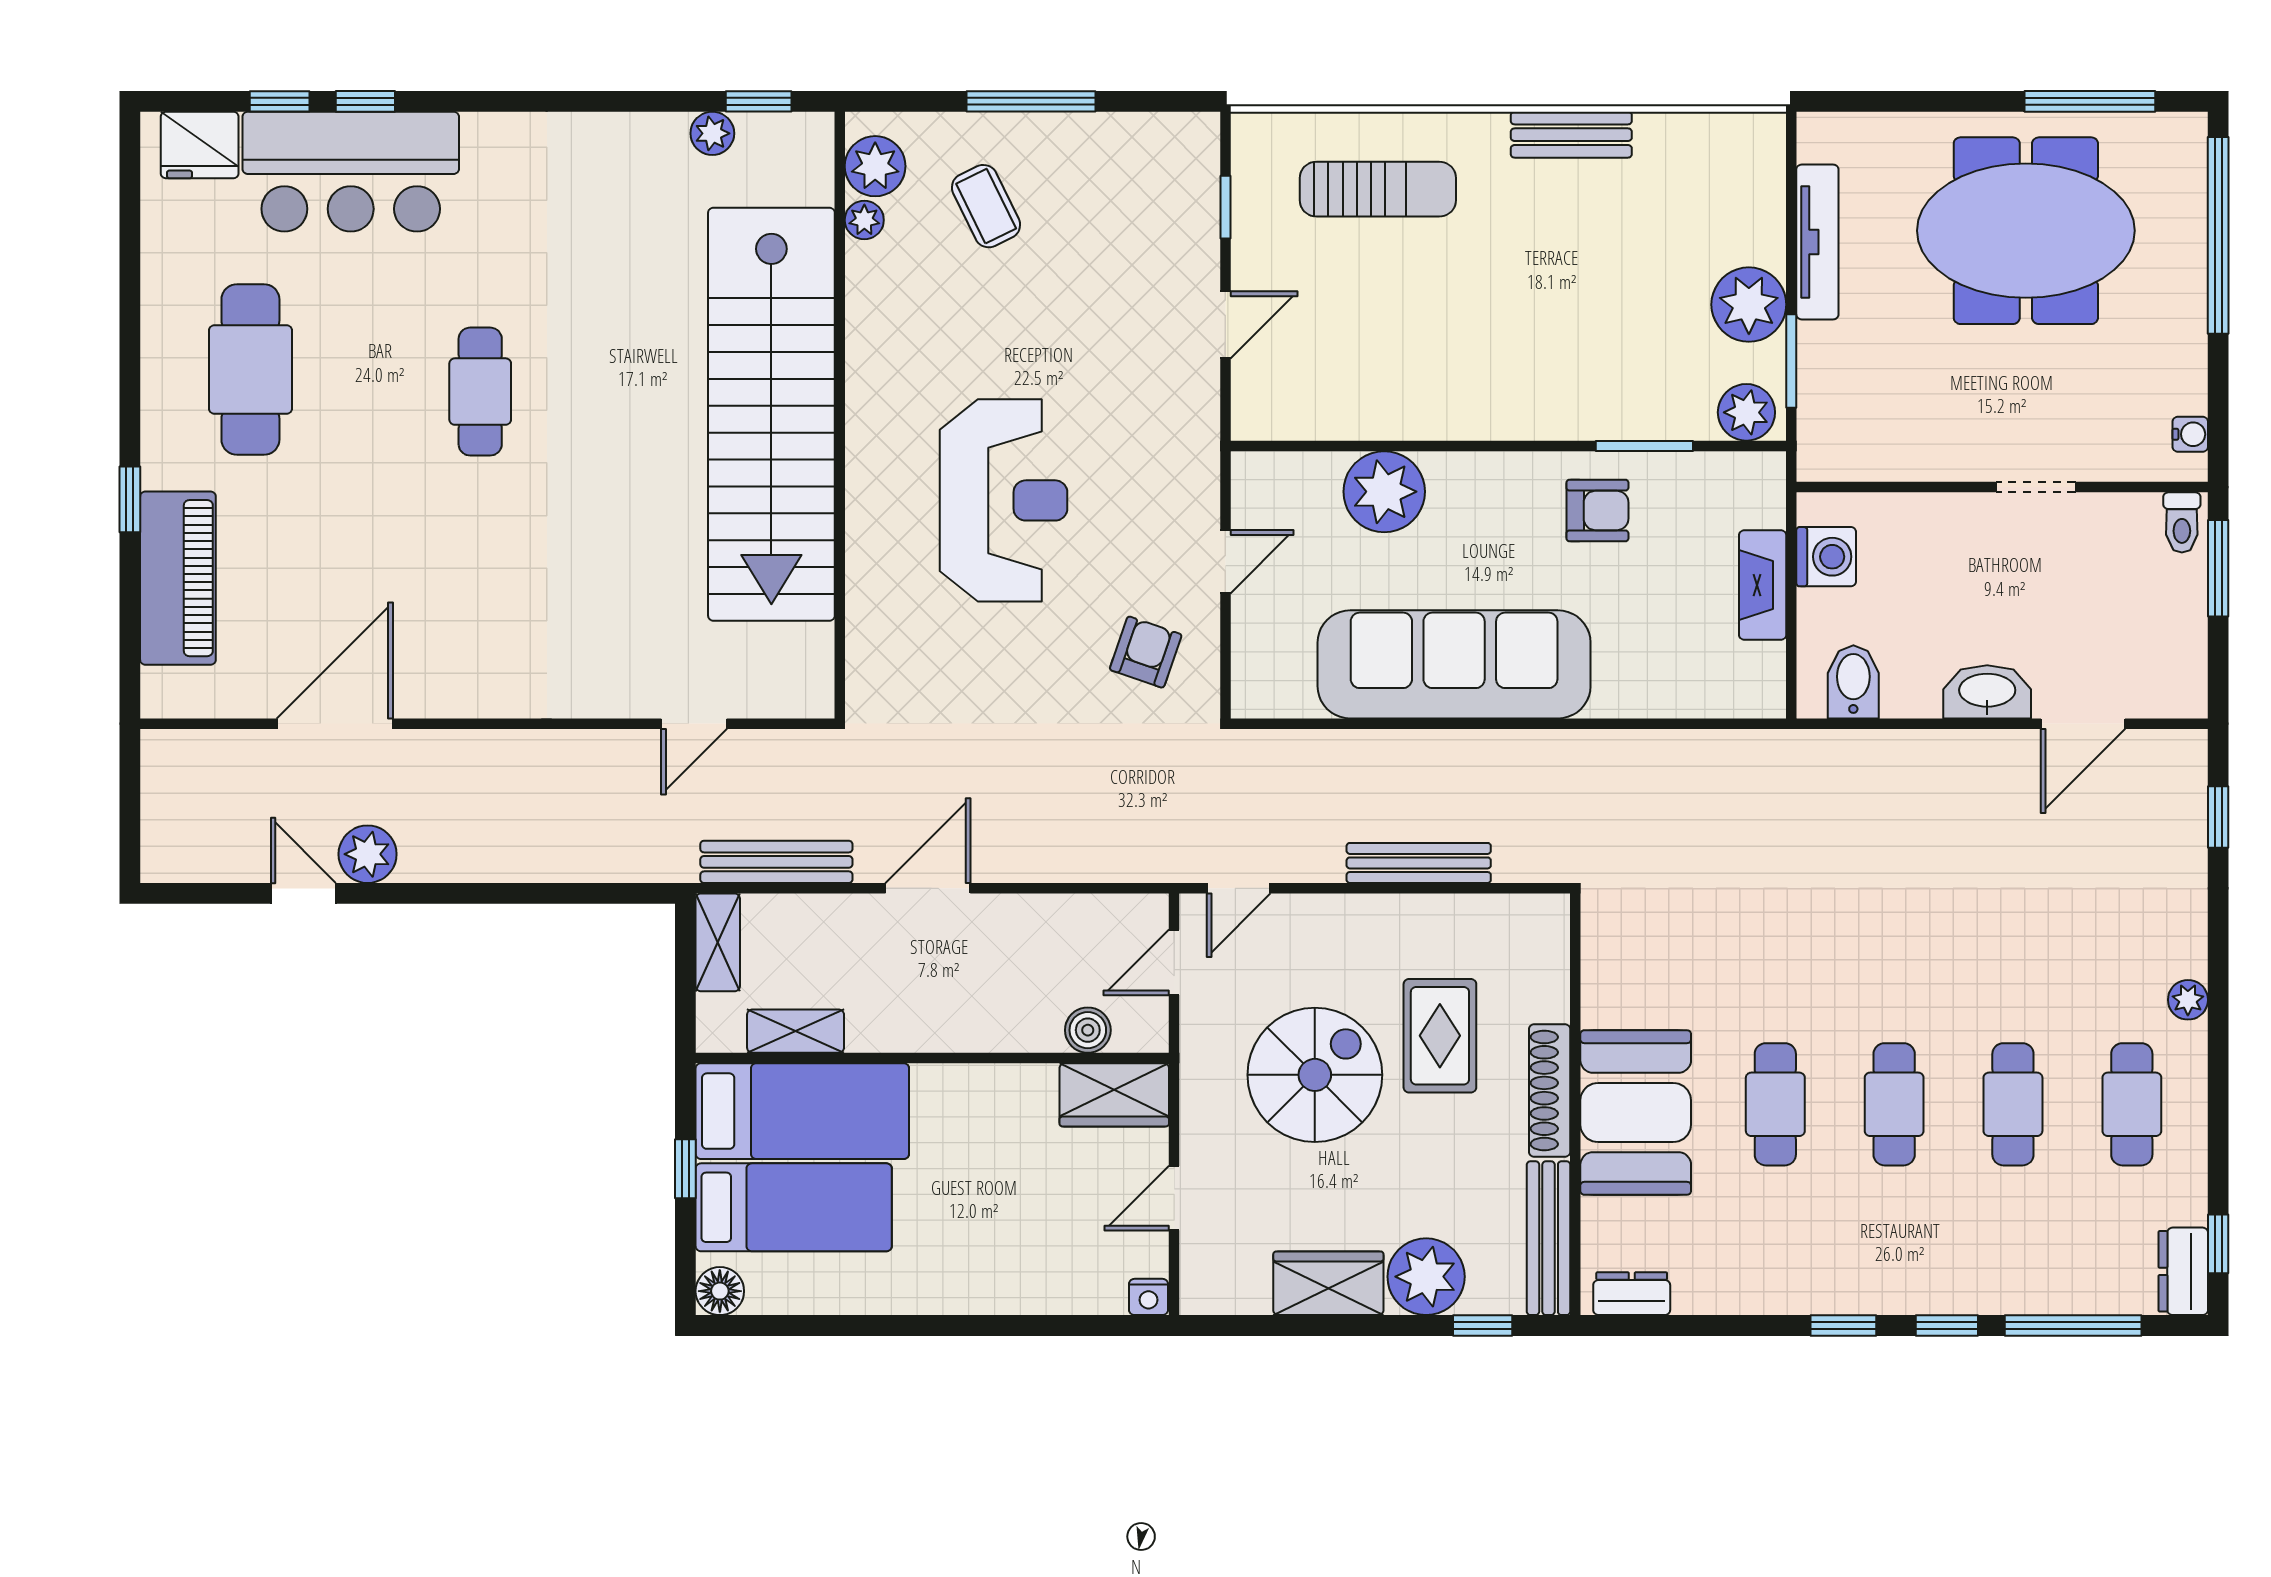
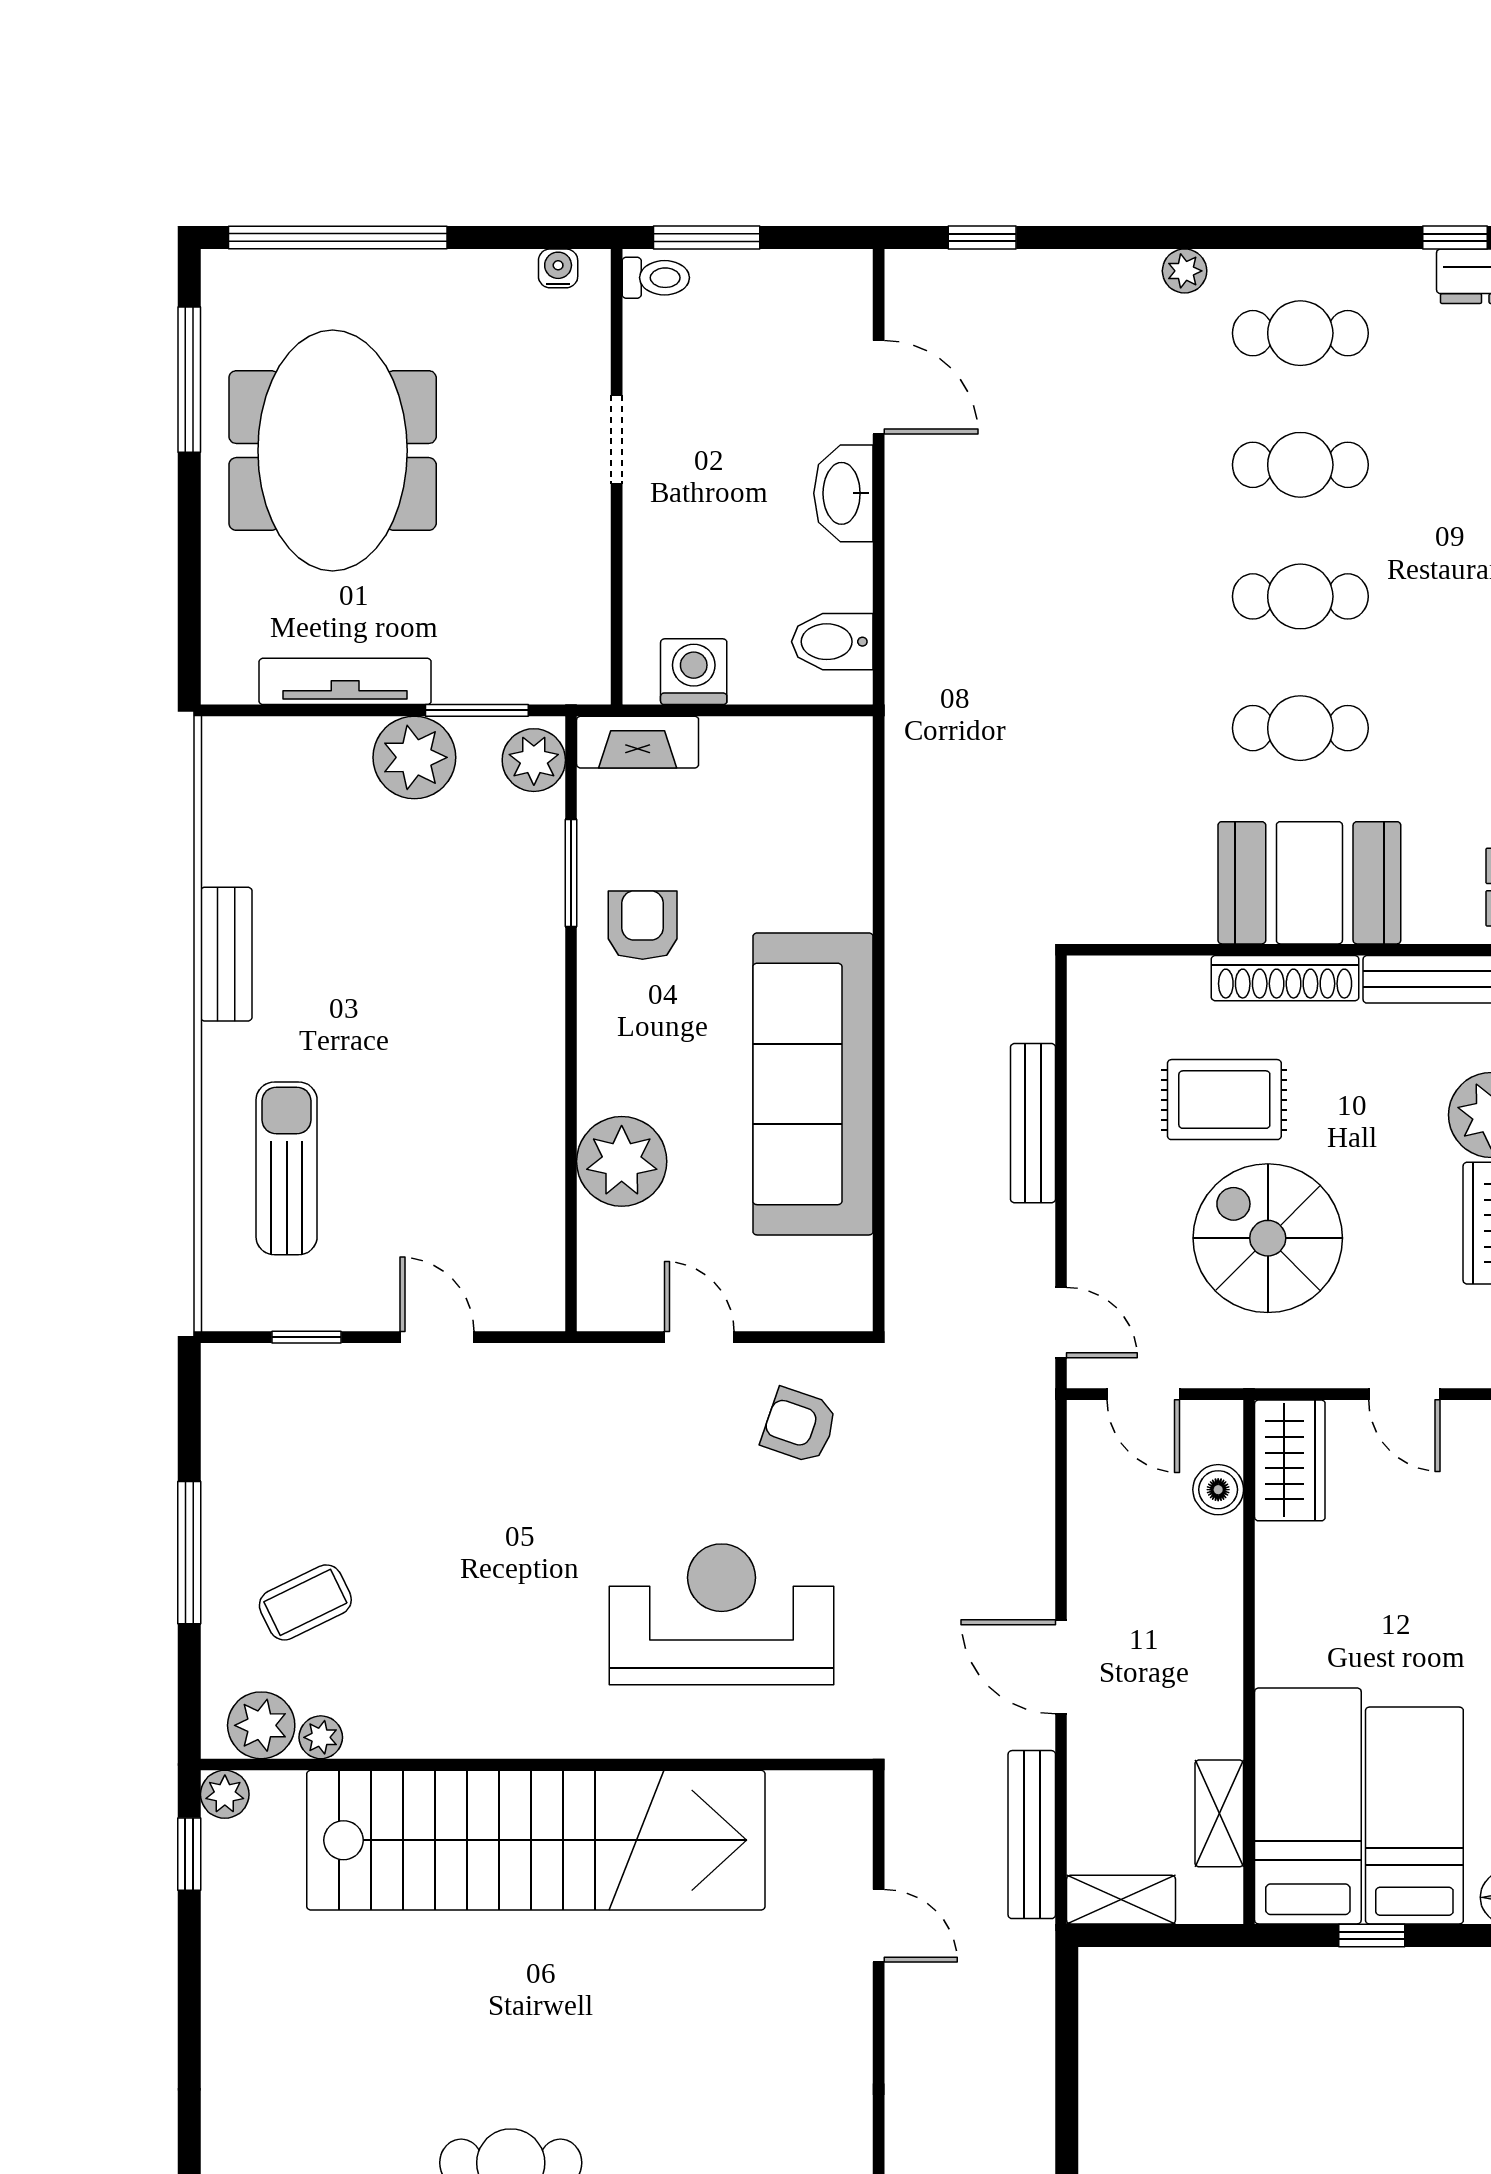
plant: (712, 133) -> (225, 1794), moved
reception desk: (1003, 500) -> (722, 1614), moved
fireplace: (1763, 585) -> (638, 742), moved

